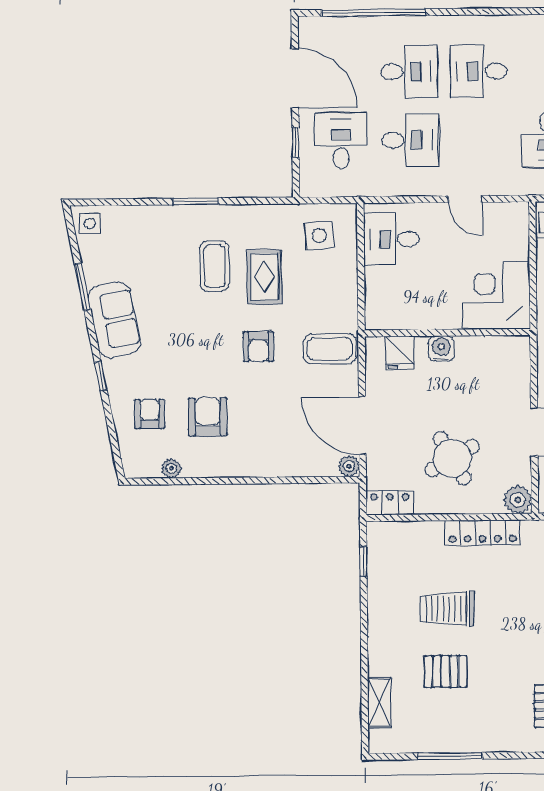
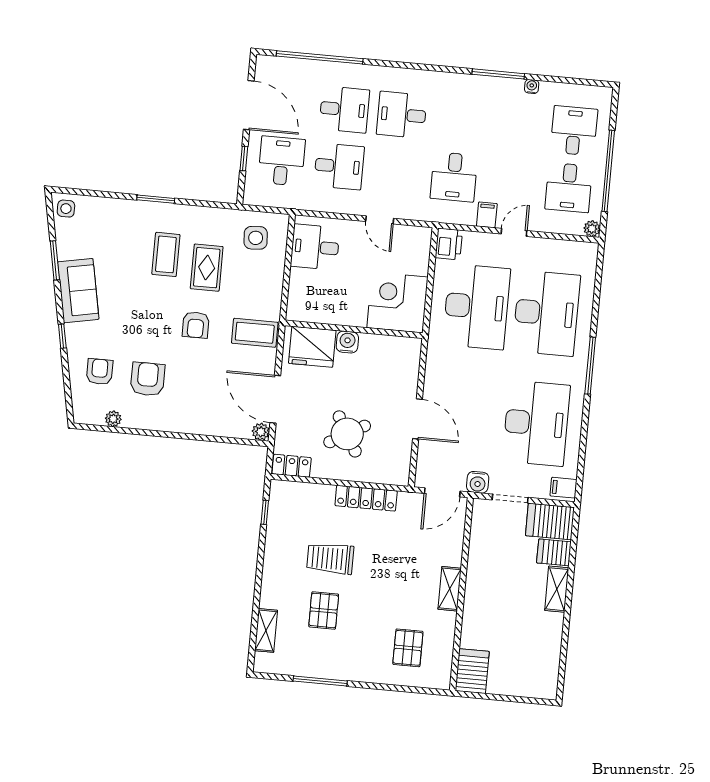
fridge: (400, 353) -> (312, 347), width x1.88, depth x1.34
plant: (518, 500) -> (398, 474), removed
pallet: (446, 672) -> (324, 610), turned 90

